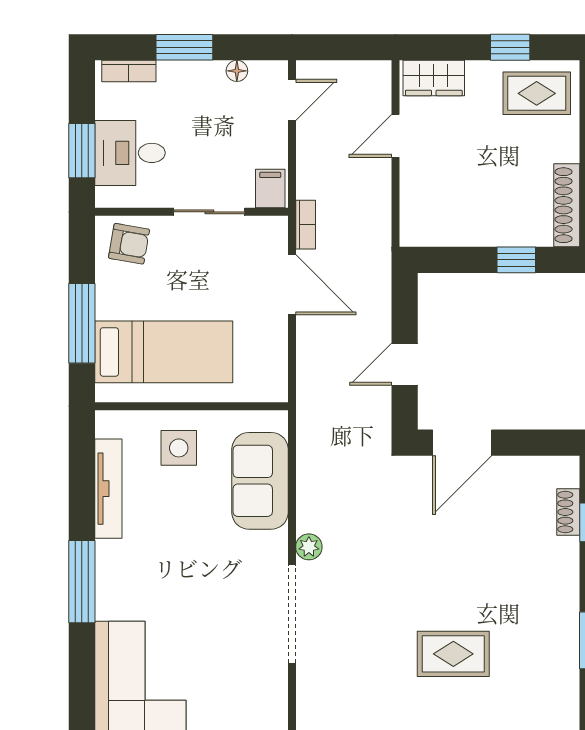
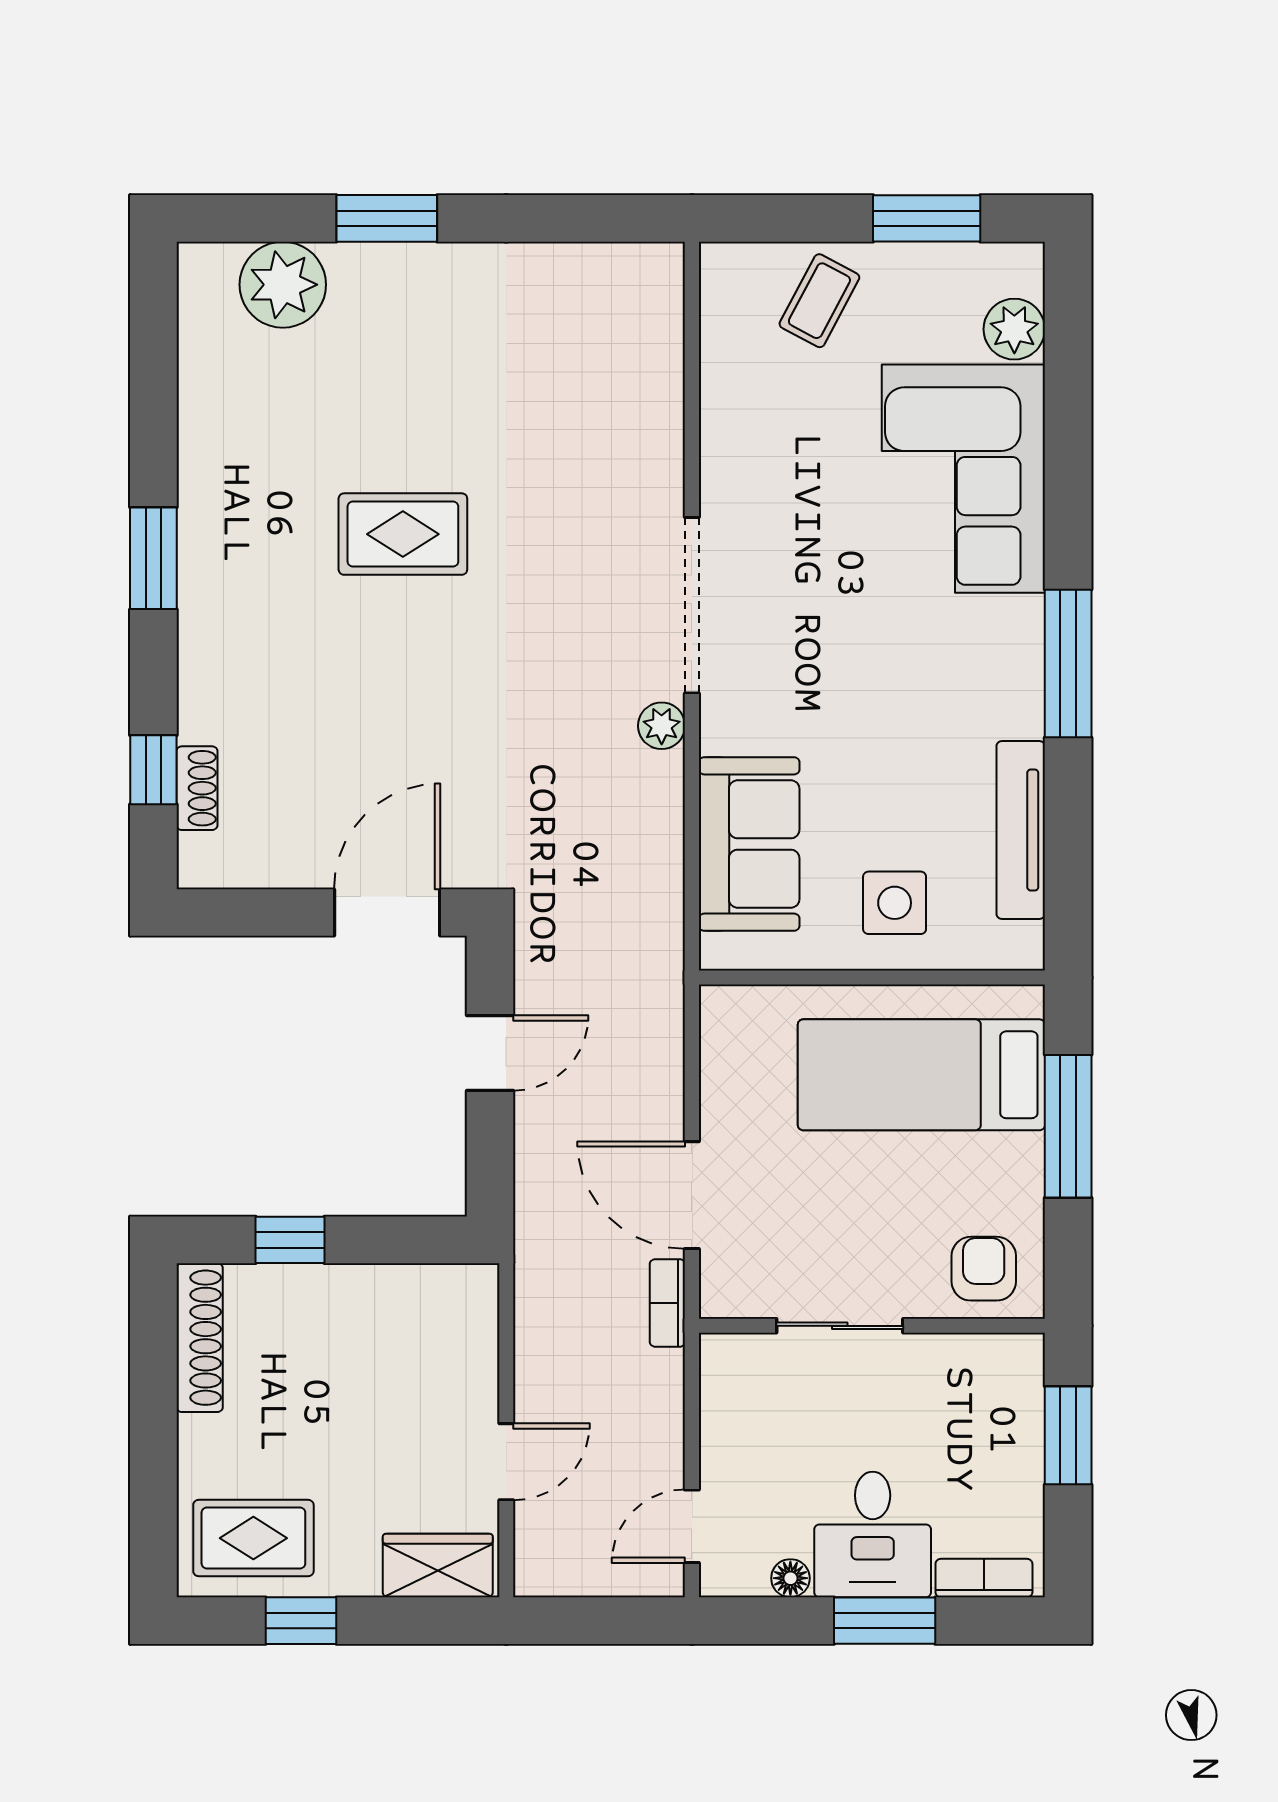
desk: (130, 153) -> (873, 1534), moved, turned 90
filing cabinet: (270, 189) -> (731, 1368), removed
armchair: (129, 244) -> (984, 1269), turned 80

